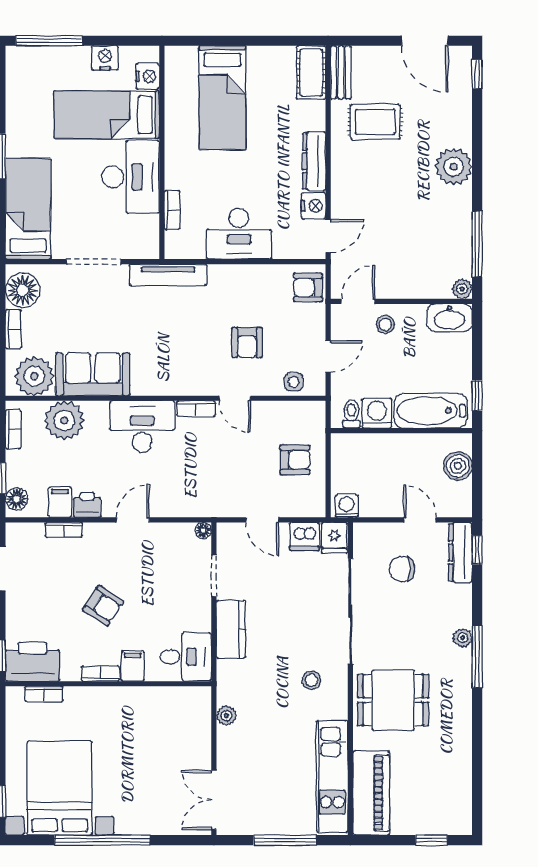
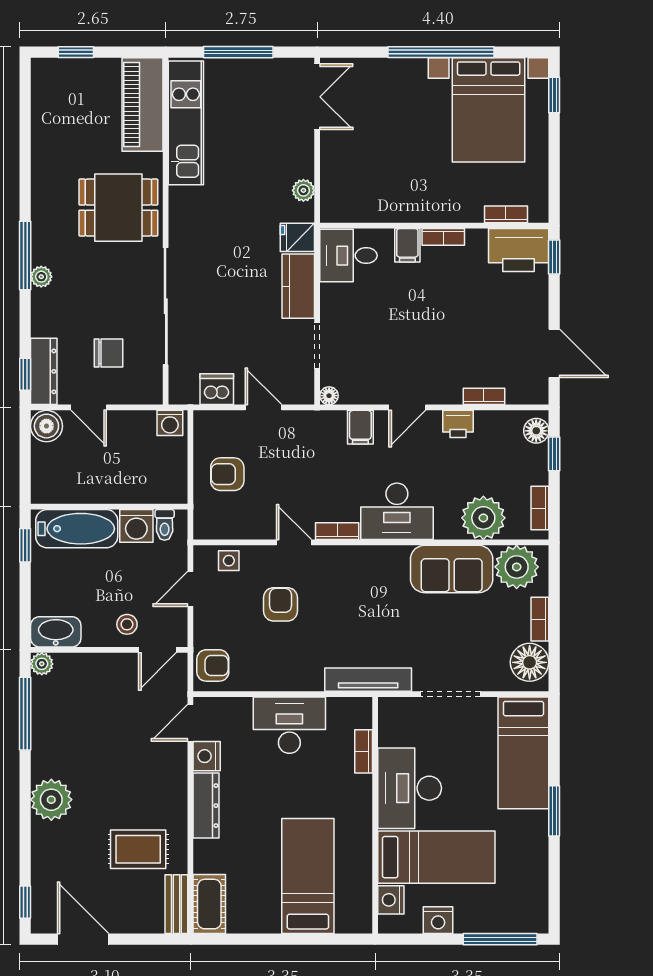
boiler: (458, 466) -> (46, 426), moved
filing cabinet: (60, 502) -> (360, 427), moved
fridge: (334, 538) -> (297, 237), moved, turned -90
armchair: (103, 606) -> (440, 312), removed
stool: (311, 680) -> (209, 229), removed

